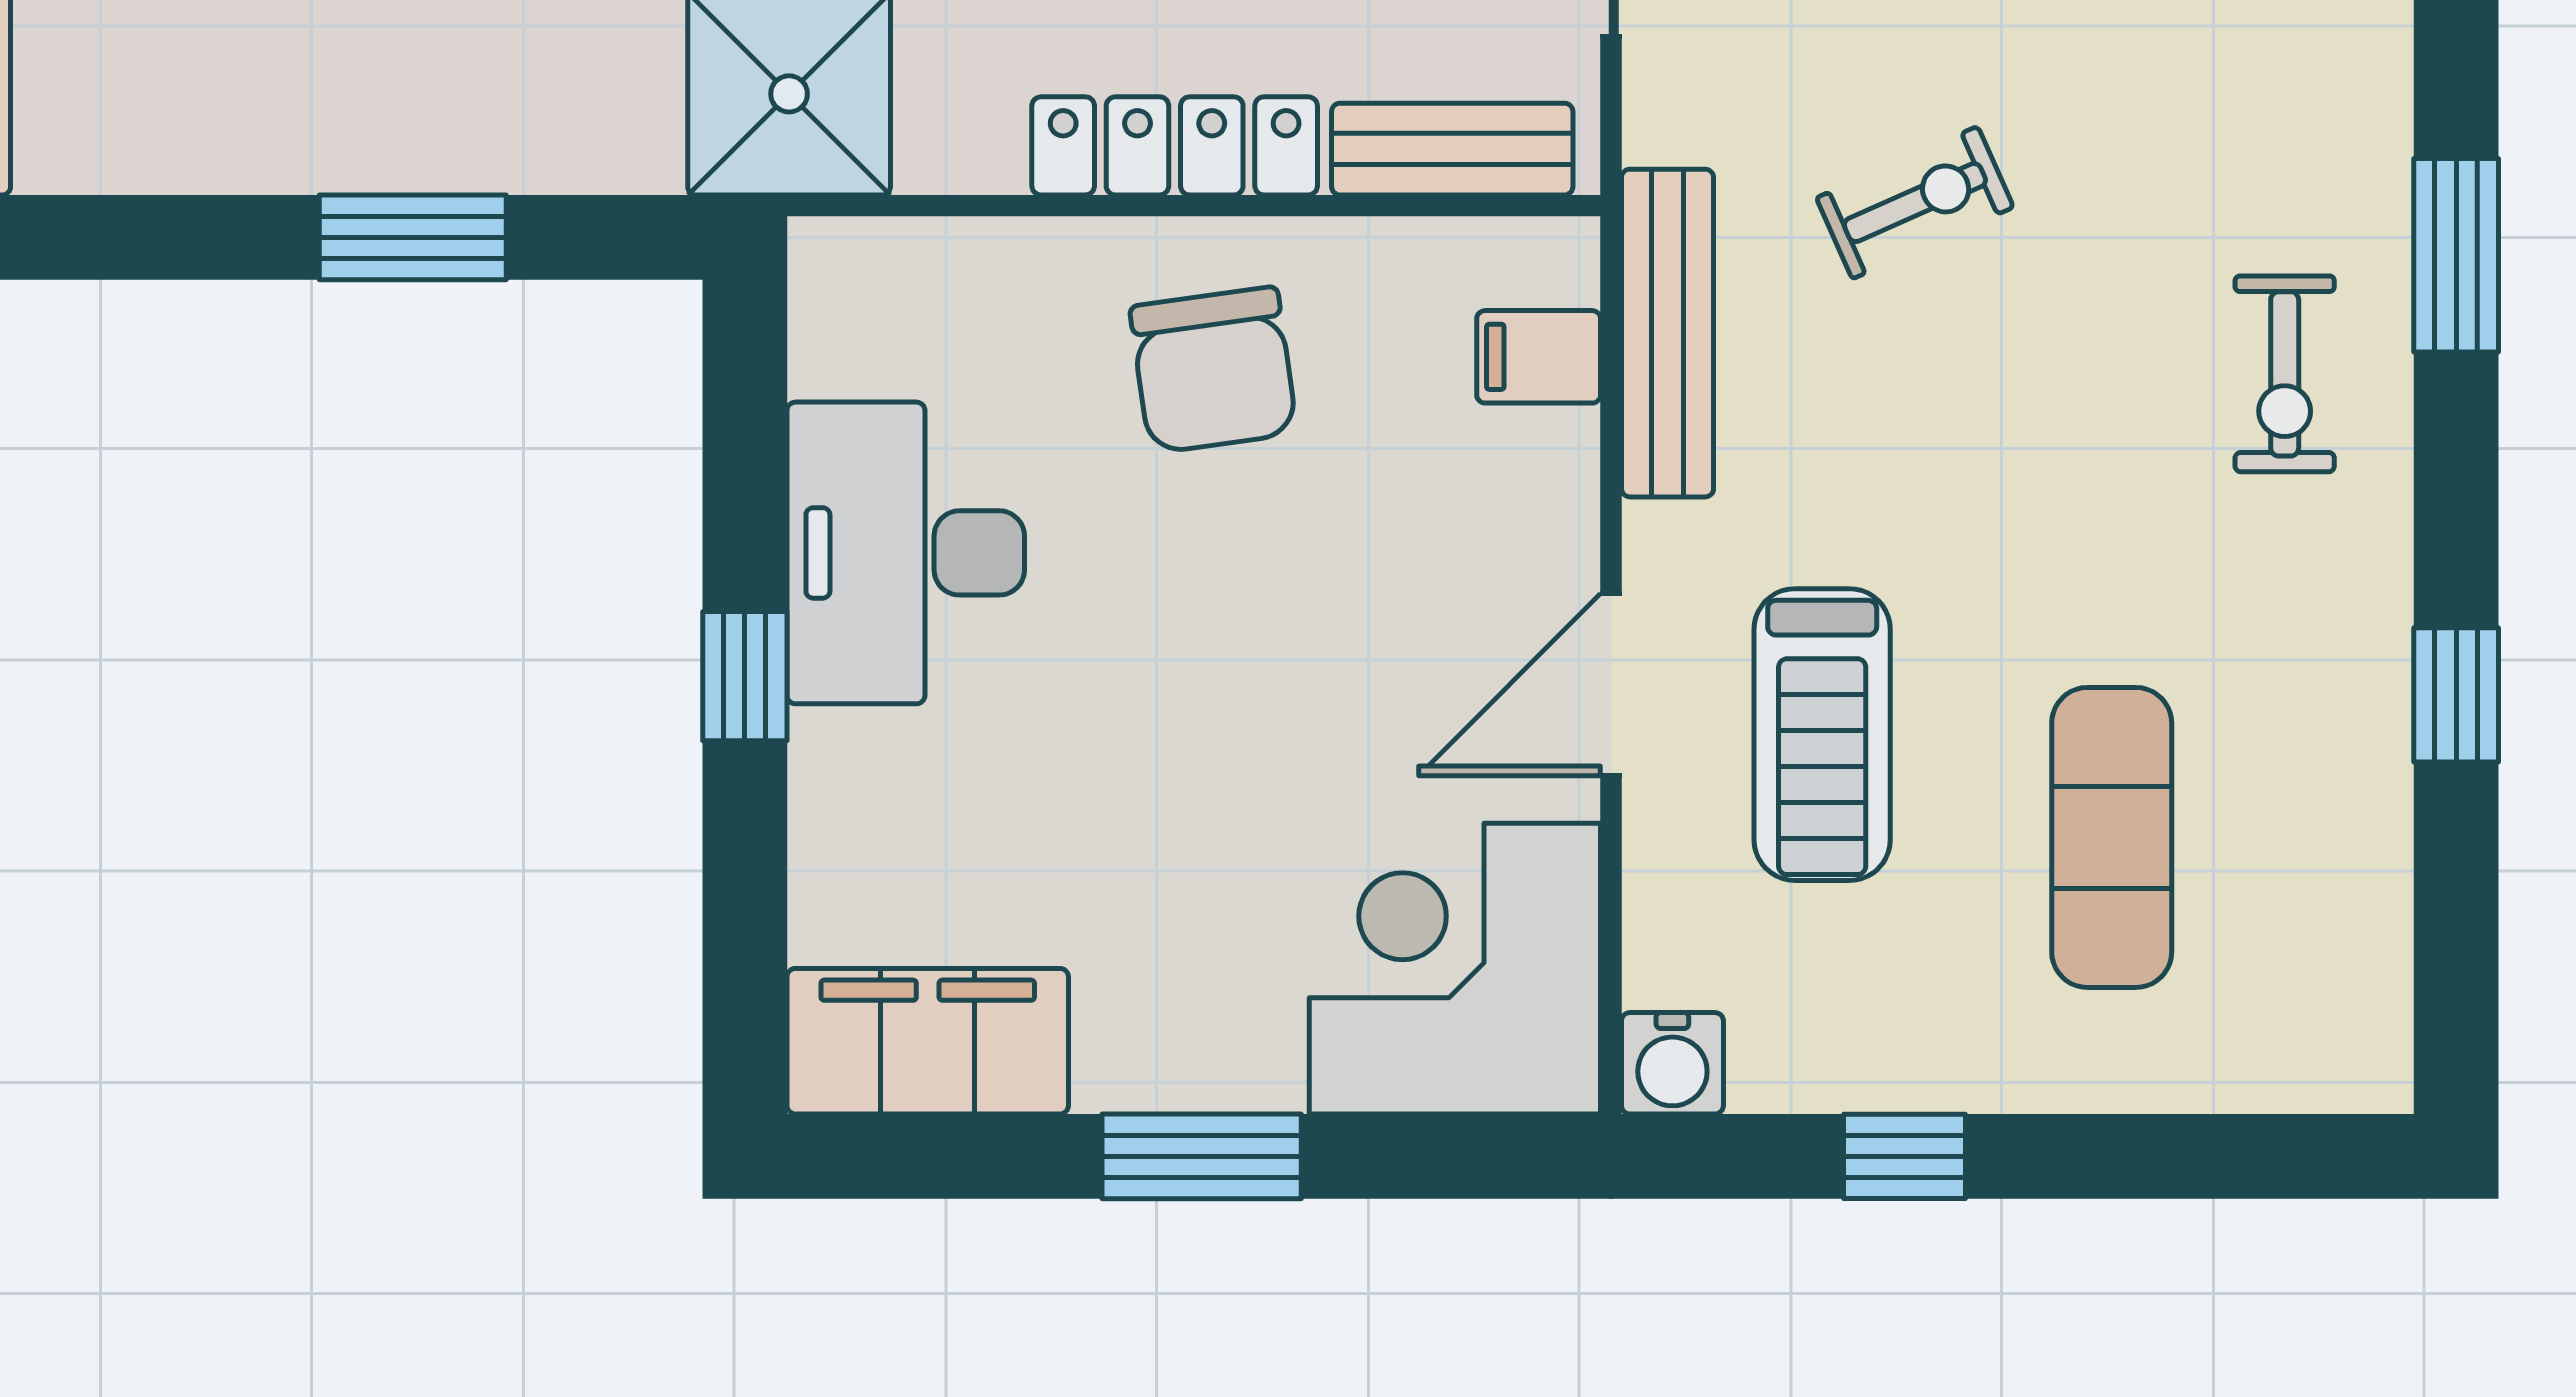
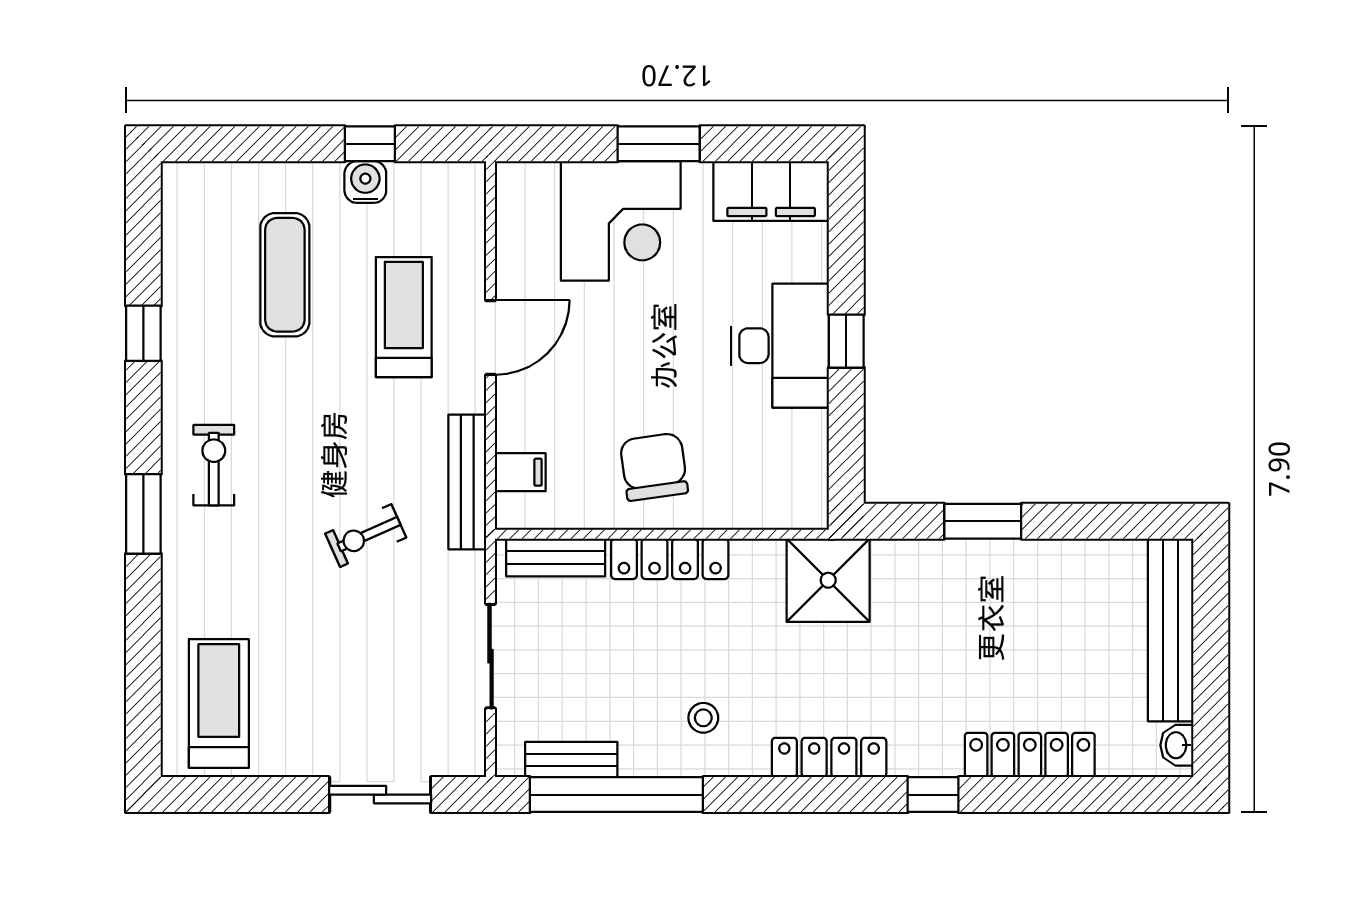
desk: (906, 553) -> (780, 346), moved
corner desk: (1455, 969) -> (621, 221), moved
water cooler: (1672, 1063) -> (365, 182), moved

